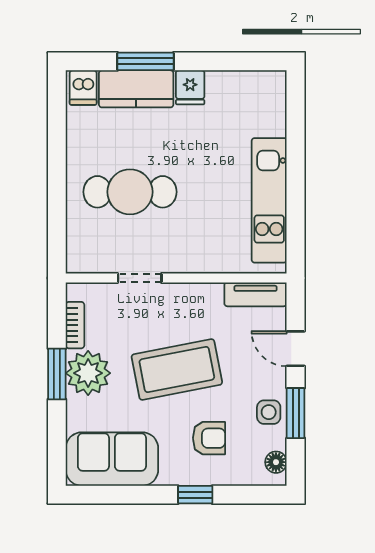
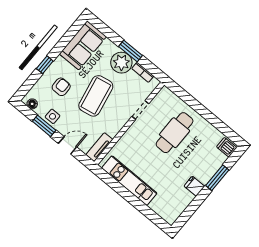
kitchen counter: (136, 89) -> (210, 166), removed
armchair: (209, 438) -> (61, 87), turned 180

